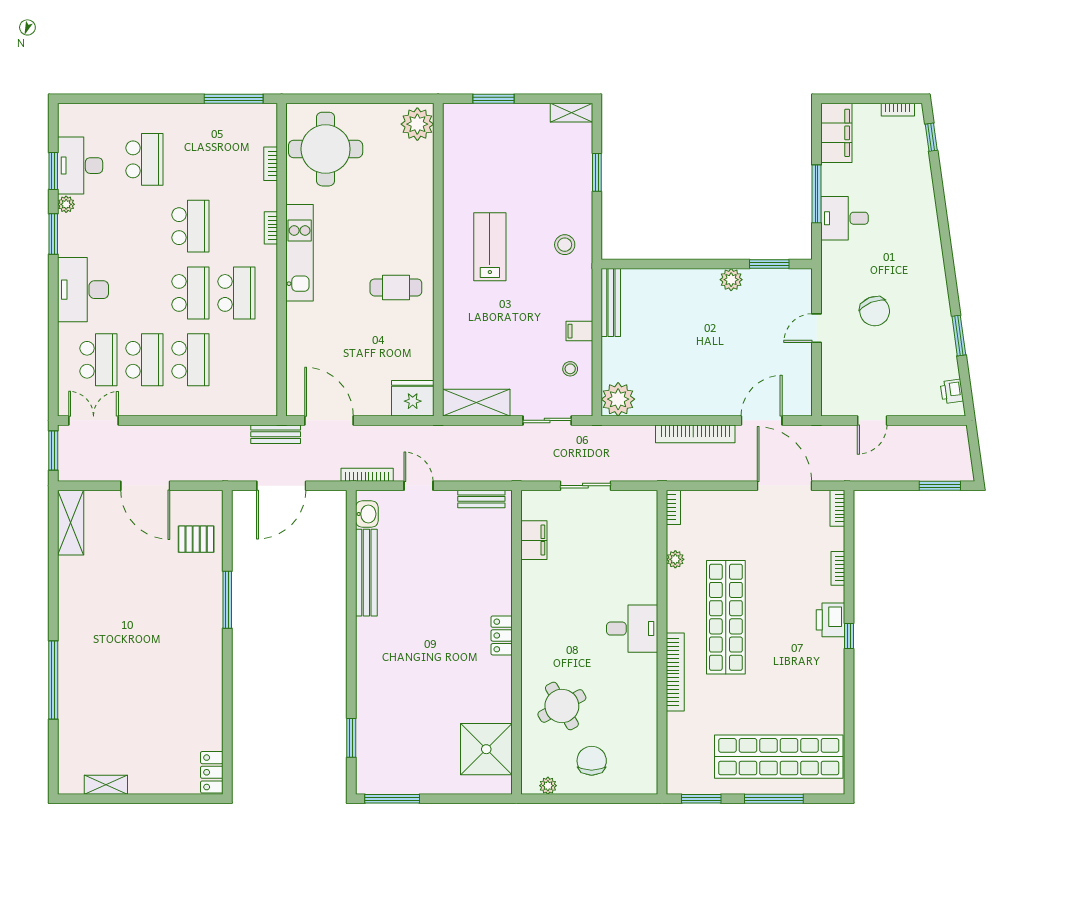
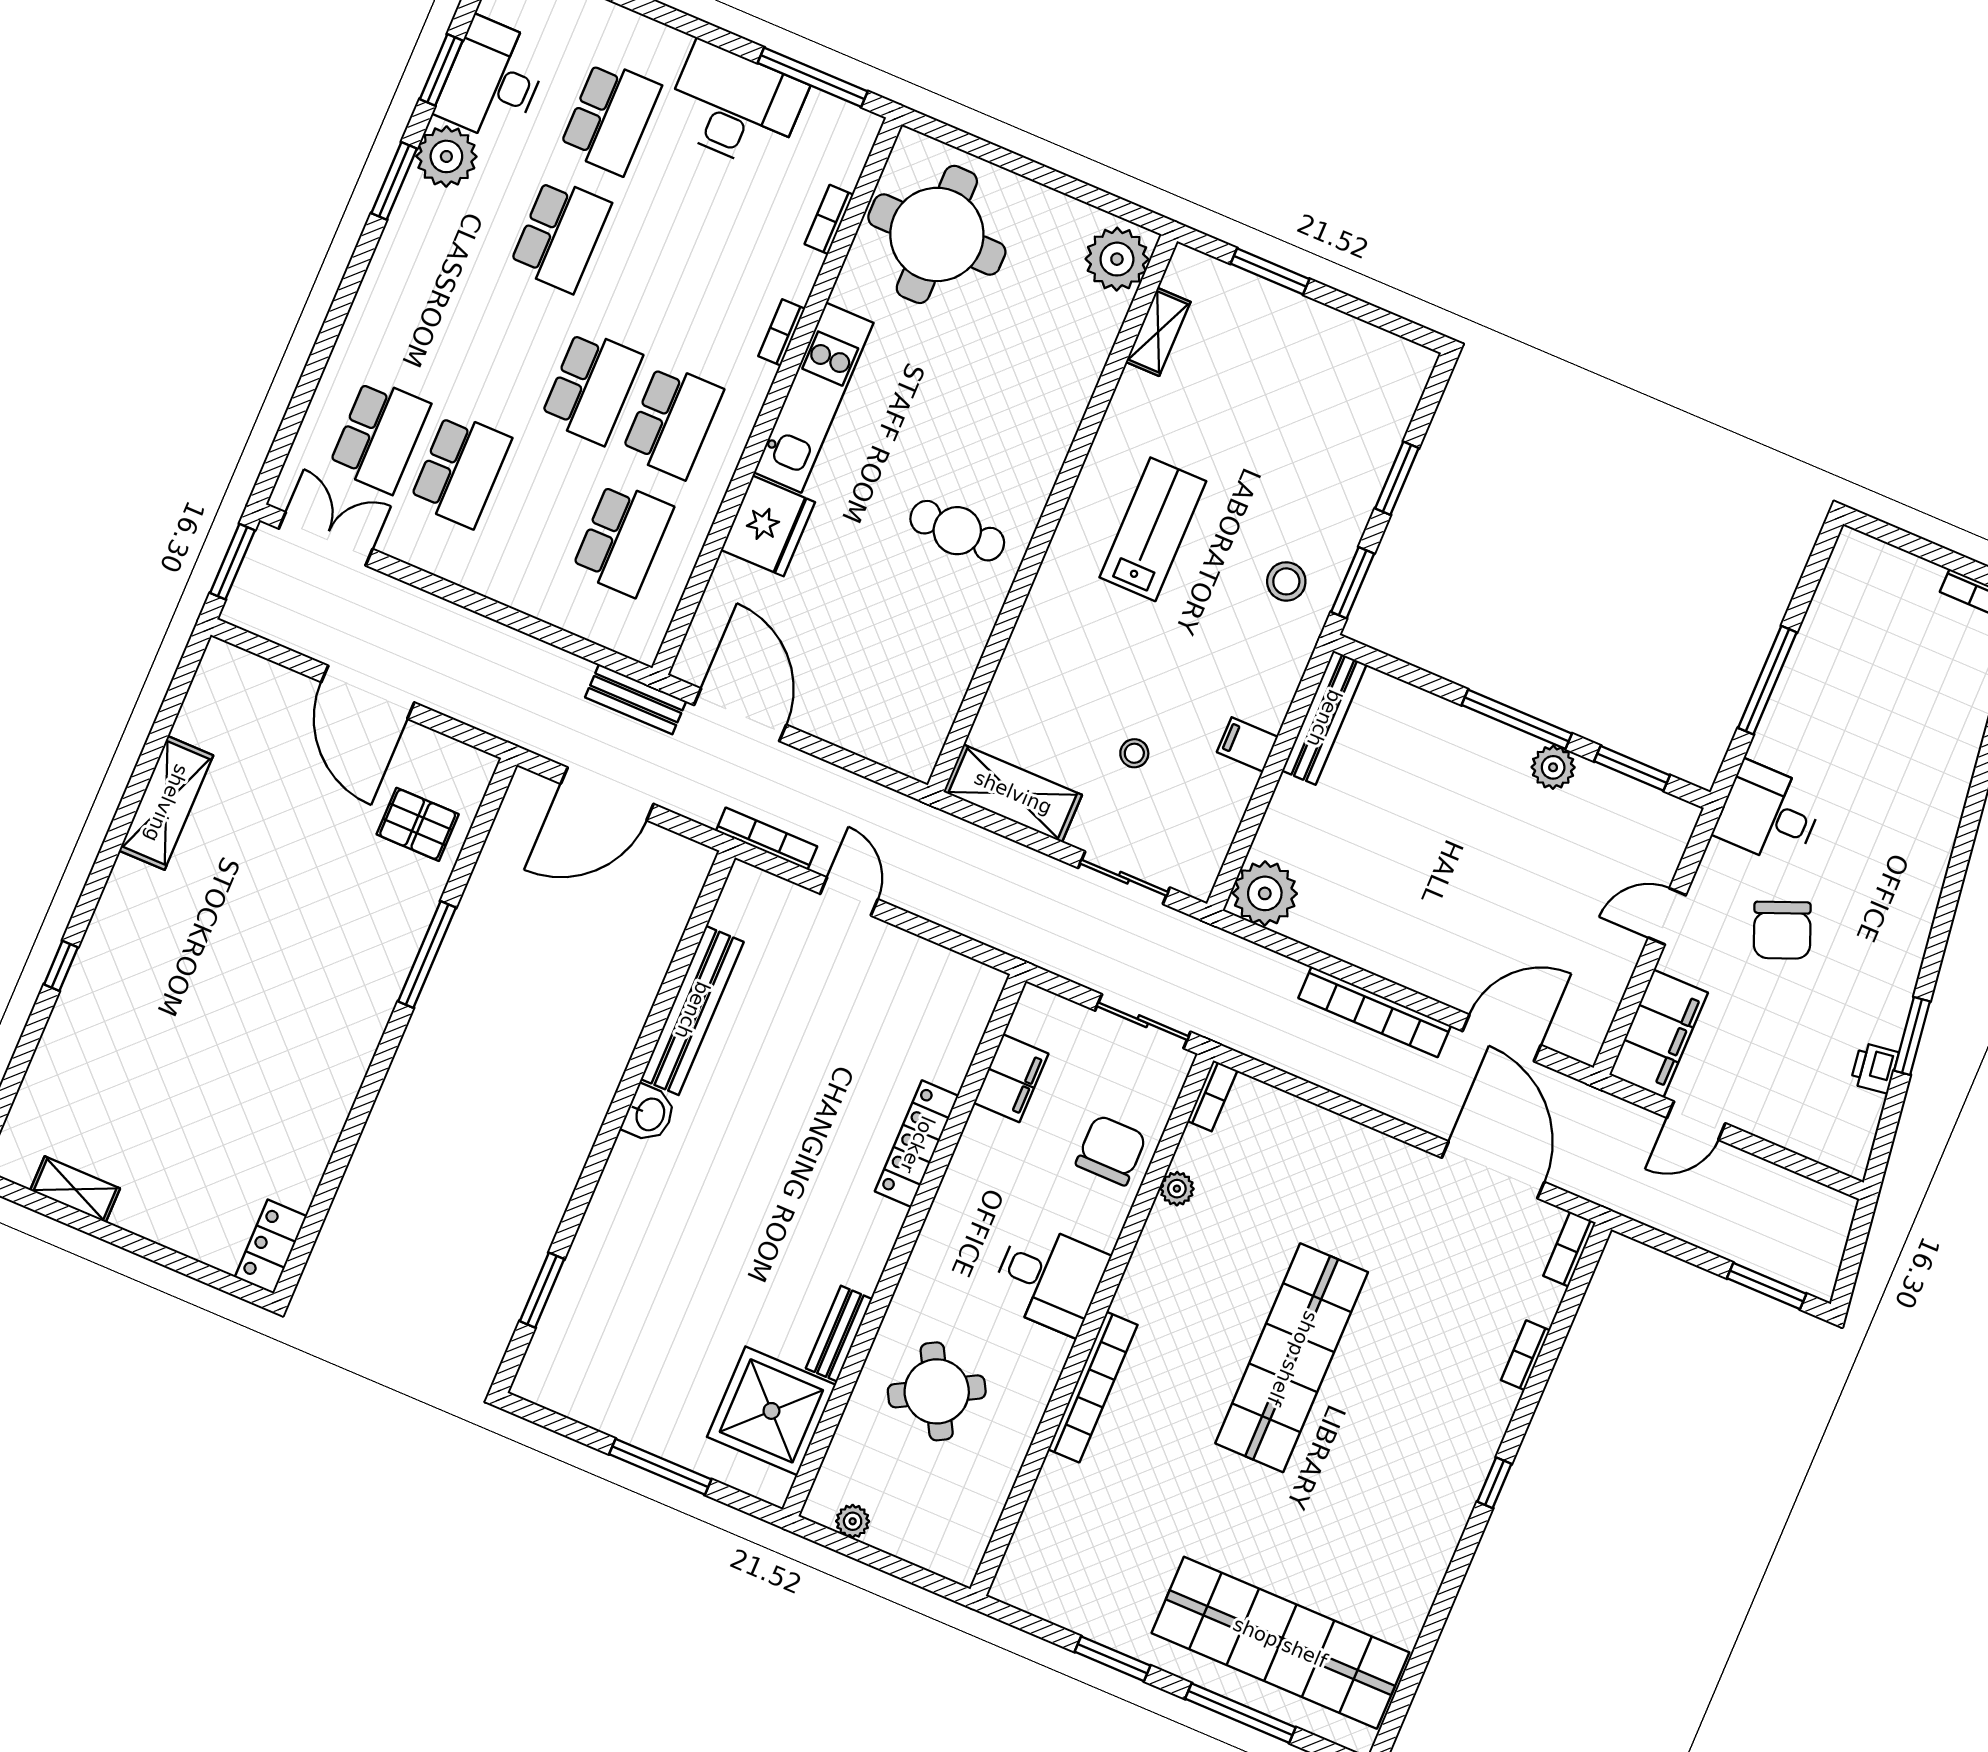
shelving: (571, 113) -> (1158, 332), moved, turned 90
filing cabinet: (836, 133) -> (1659, 1034), moved
plant: (66, 204) -> (446, 156), width x1.88, depth x1.88
desk: (844, 218) -> (1769, 814), moved
school desk: (190, 226) -> (560, 235), moved
window: (597, 232) -> (1353, 583), added
window: (704, 264) -> (1517, 719), added
desk: (83, 290) -> (735, 106), moved, turned 90
school desk: (190, 360) -> (623, 539), moved
stool: (570, 369) -> (1134, 753), moved
printer: (952, 391) -> (1874, 1068), moved
fridge: (413, 398) -> (768, 526), moved, turned 90
bench: (481, 499) -> (839, 1334), moved, turned 90
bookcase: (673, 507) -> (1212, 1096), moved
washbasin: (367, 514) -> (649, 1114), moved
shelving: (71, 523) -> (166, 803), moved
plant: (675, 559) -> (1177, 1189), moved
printer: (831, 620) -> (1474, 1441), removed
desk: (632, 629) -> (1049, 1278), moved
locker: (502, 635) -> (917, 1144), moved, width x1.53
wall: (662, 642) -> (1092, 1325), moved
bookcase: (675, 672) -> (1093, 1387), moved
window: (53, 680) -> (61, 966), width x0.32
chair: (592, 761) -> (1111, 1150), moved
window: (392, 799) -> (660, 1467), moved

